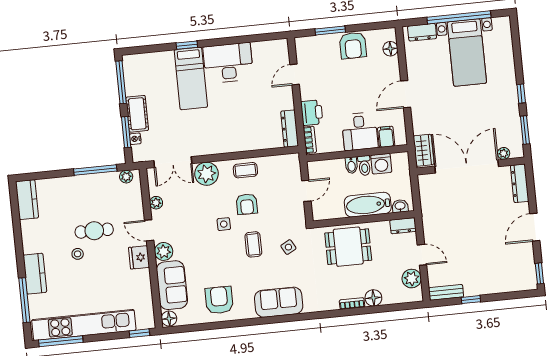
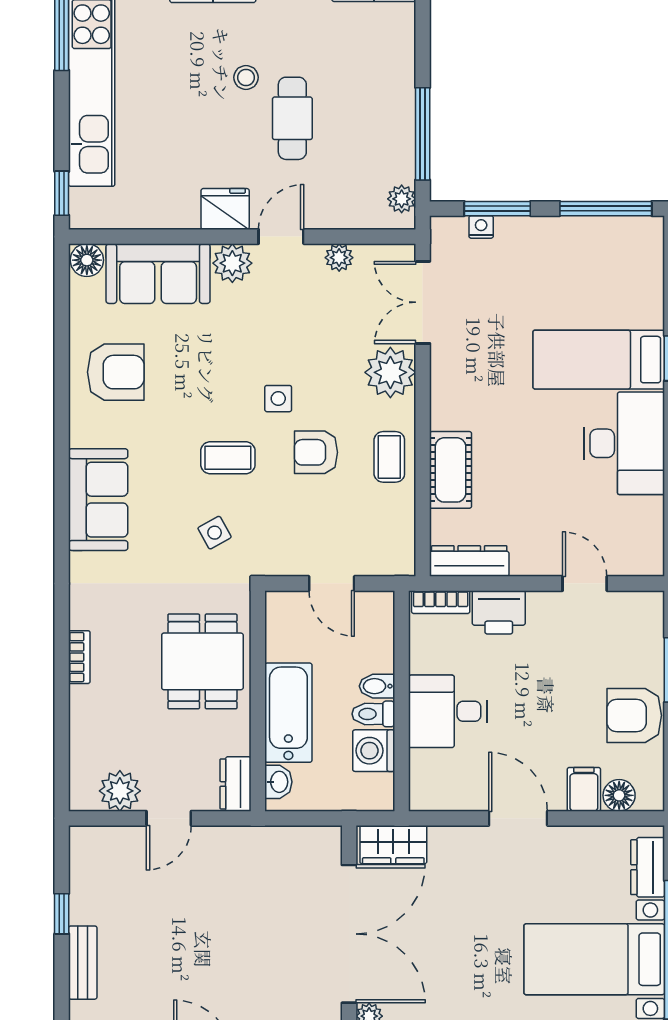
cot: (137, 114) -> (451, 470), moved, turned 90
filing cabinet: (386, 137) -> (584, 789), moved, turned -90
bench: (446, 292) -> (83, 963), moved
floor lamp: (373, 298) -> (87, 704), removed

